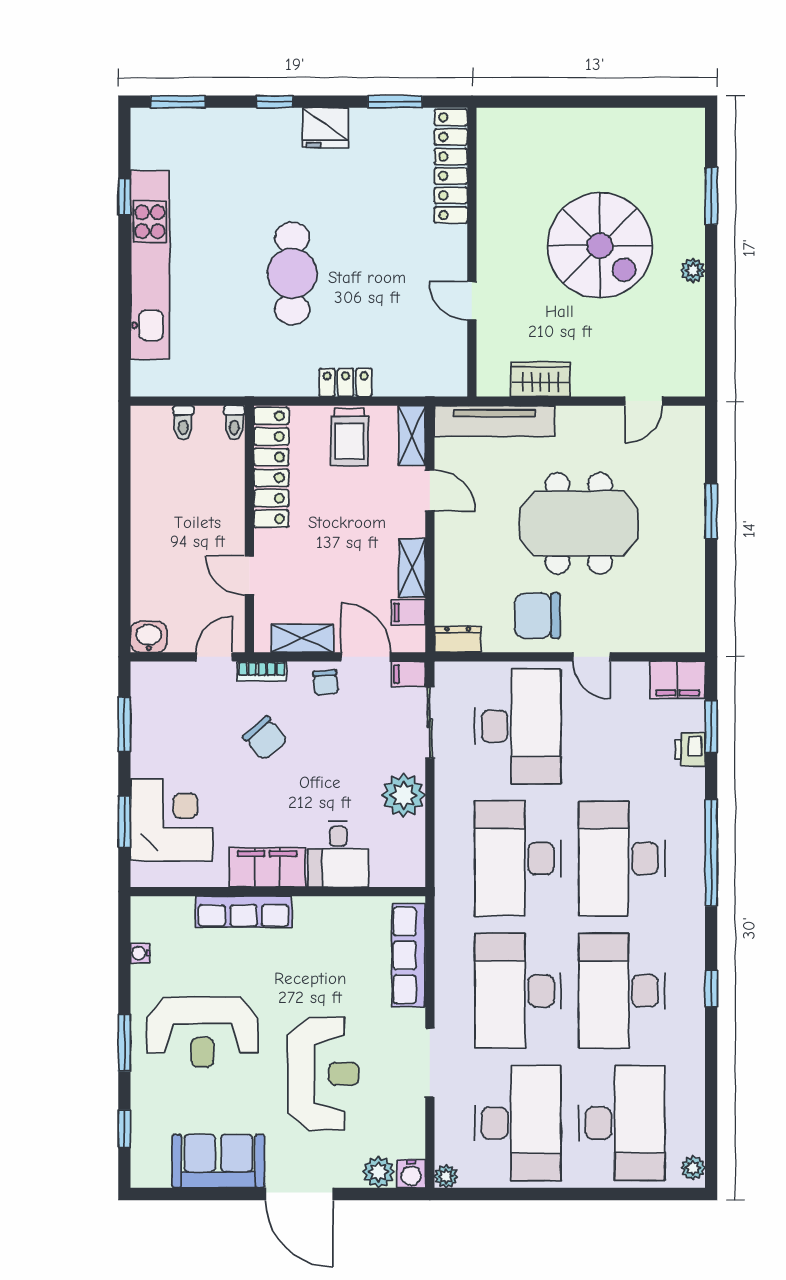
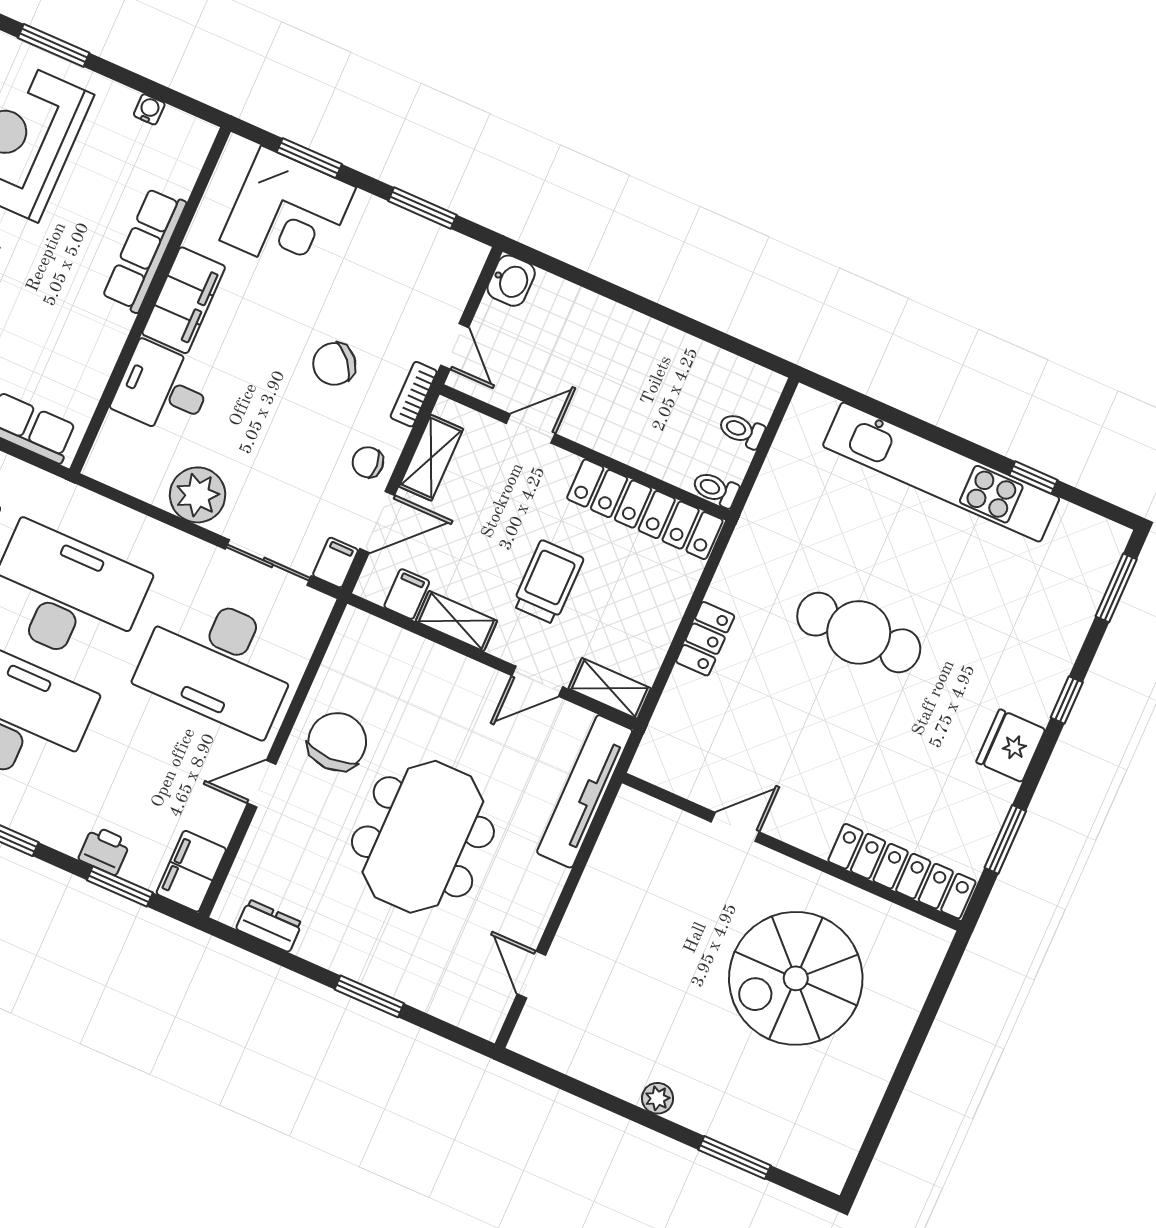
spiral stairs: (600, 246) -> (796, 978), moved
wardrobe: (541, 379) -> (609, 866), removed
trolley: (350, 437) -> (548, 582), moved, turned 90
dresser: (458, 639) -> (269, 926), moved, turned -90

